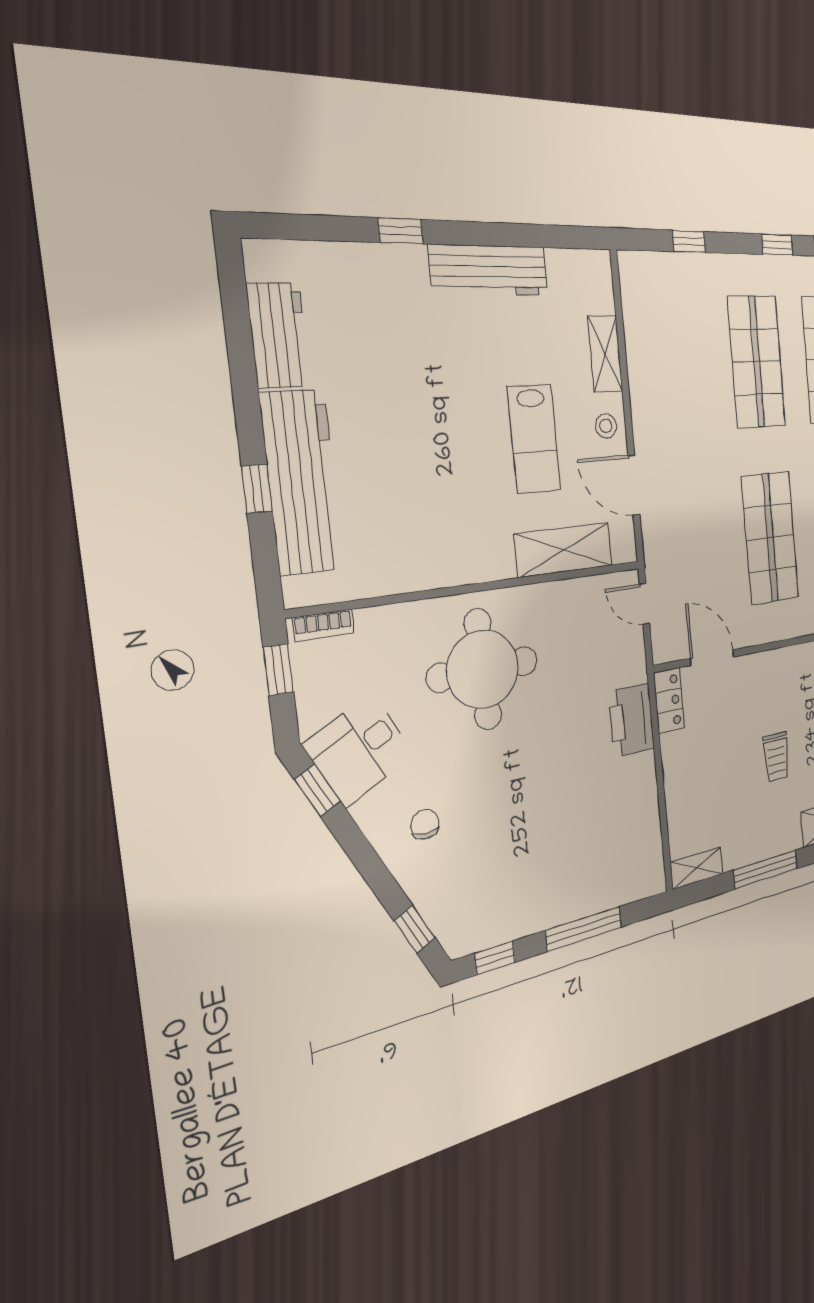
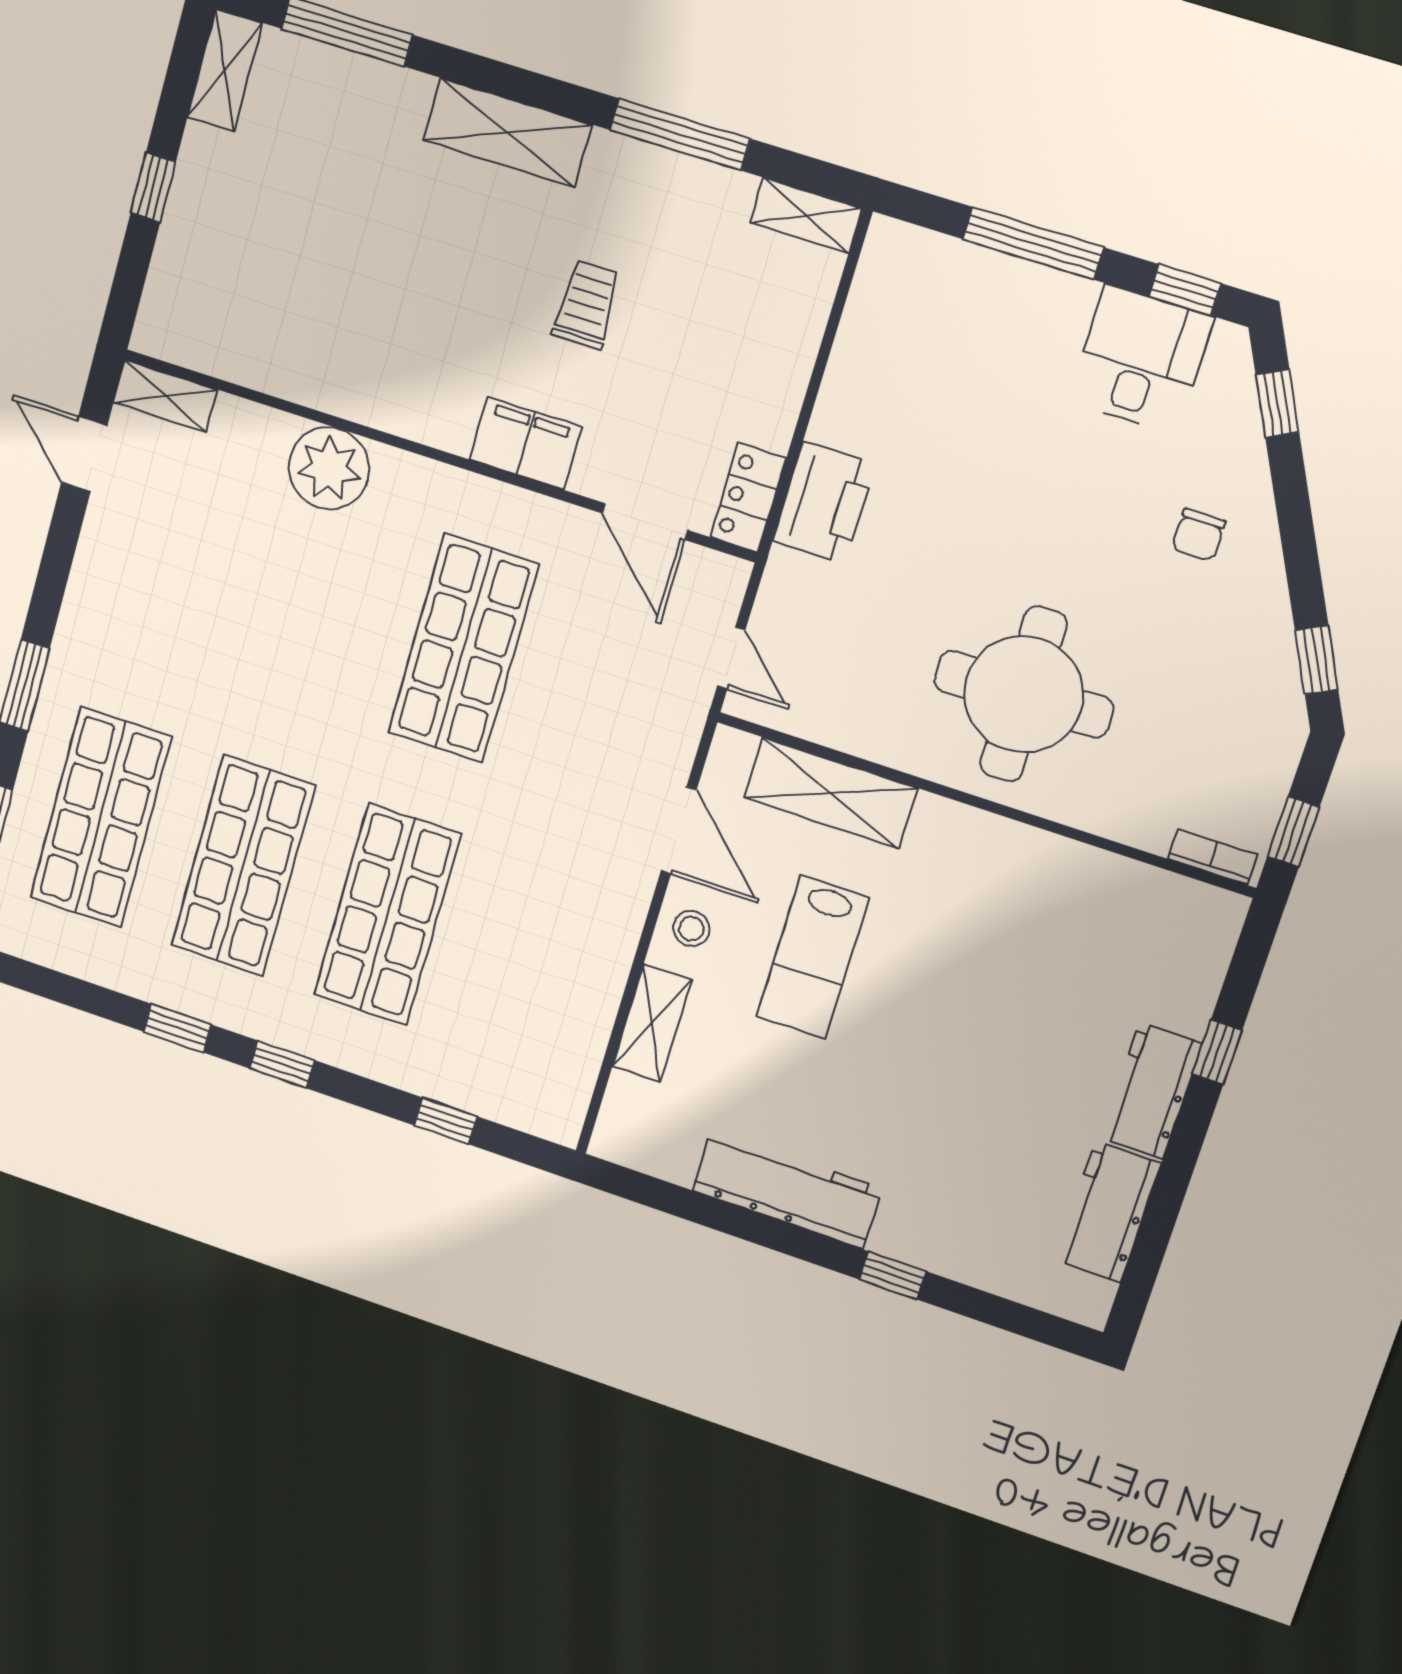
lab bench: (534, 439) -> (813, 957), turned 180
workbench: (302, 482) -> (1151, 1091), width x0.53, depth x0.76
filing cabinet: (779, 667) -> (526, 443), added
desk: (359, 750) -> (1141, 359), moved, turned -63

